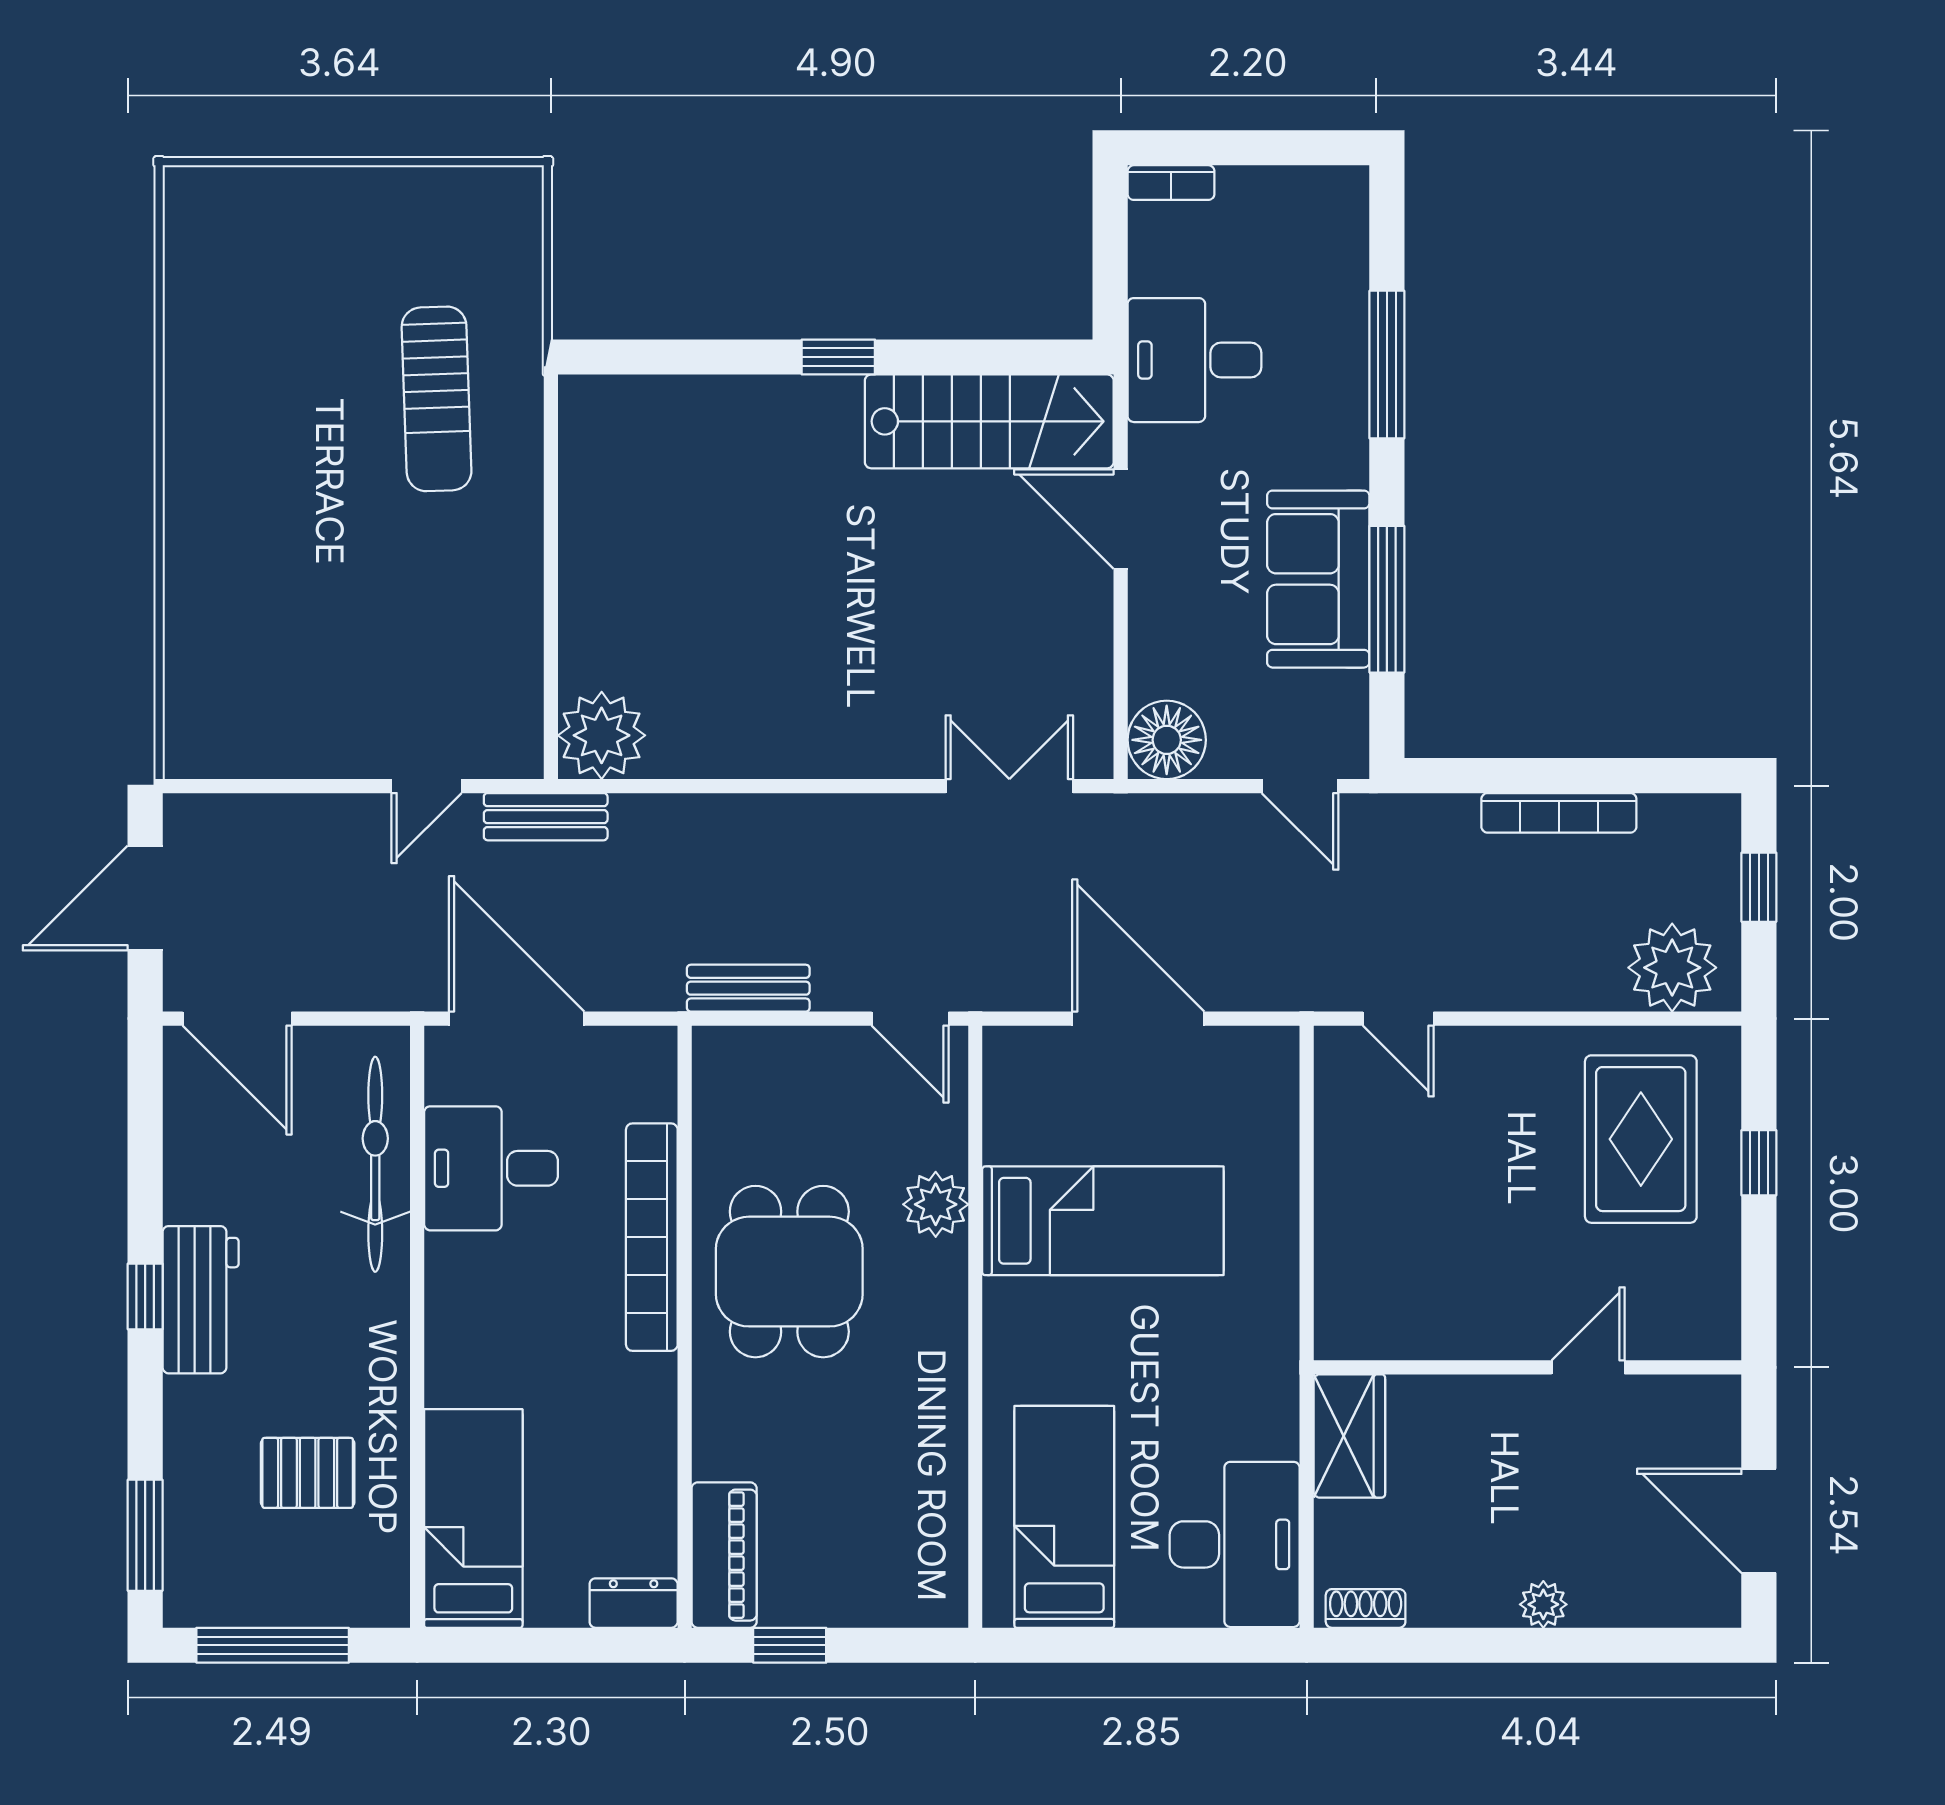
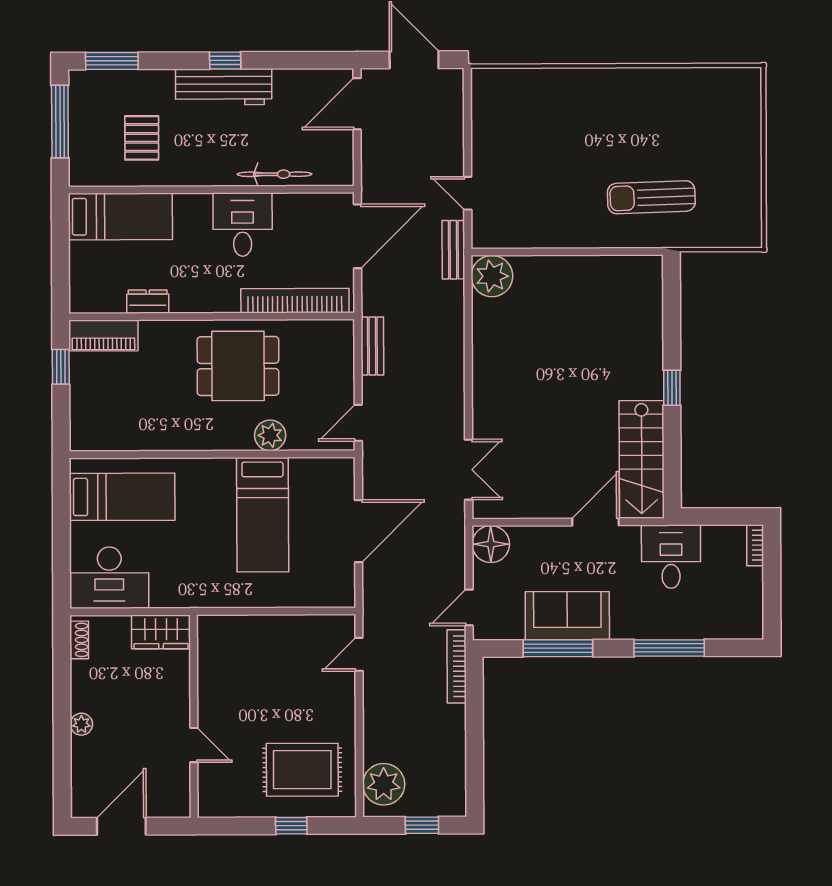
bookcase: (1559, 813) -> (457, 666), moved
bicycle: (375, 1164) -> (275, 174), width x0.73, depth x0.71
desk: (491, 1168) -> (243, 225), moved
bookcase: (652, 1237) -> (295, 301), moved
workbench: (201, 1300) -> (224, 87), width x1.37
dresser: (634, 1603) -> (148, 302), moved, turned -90

